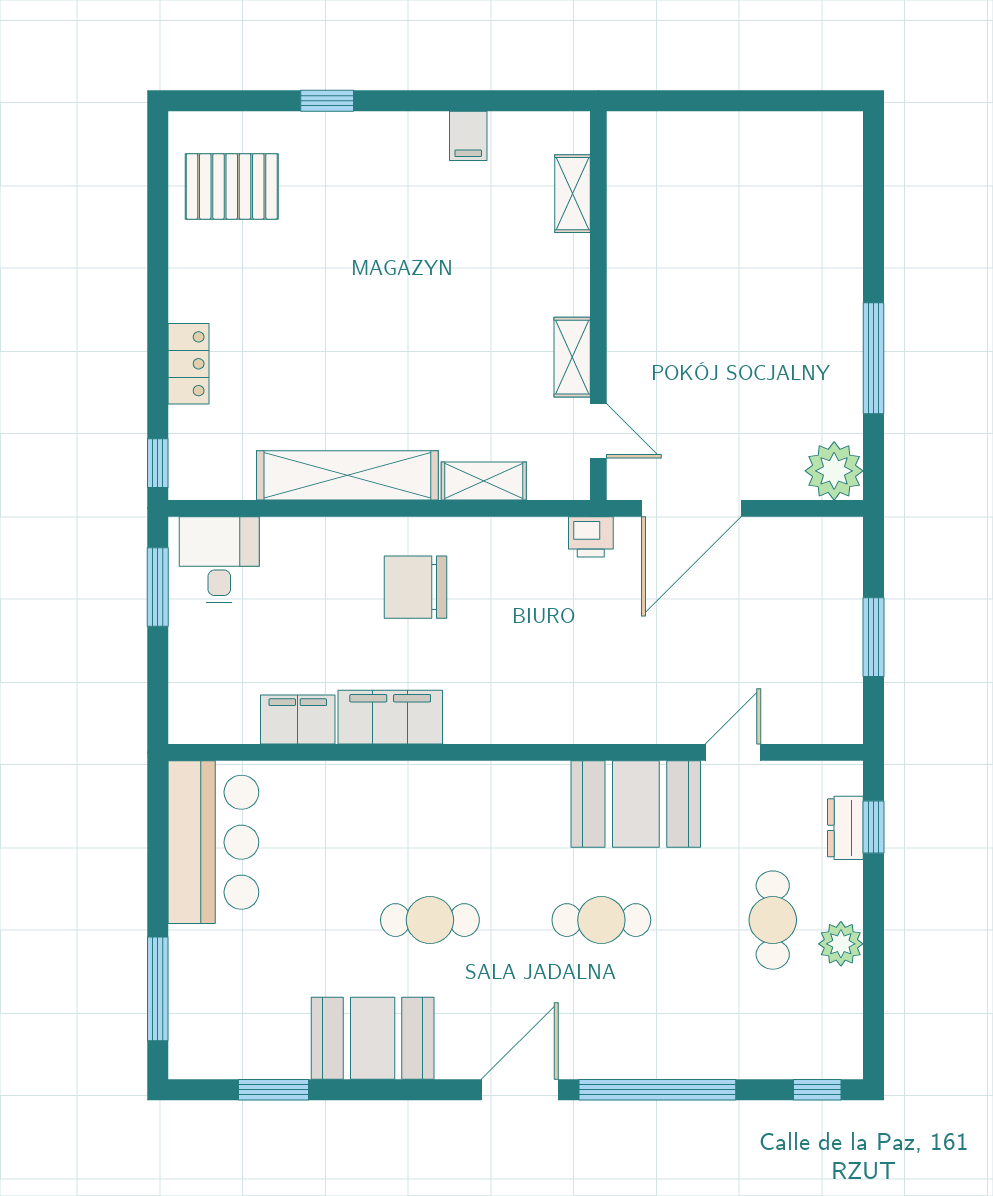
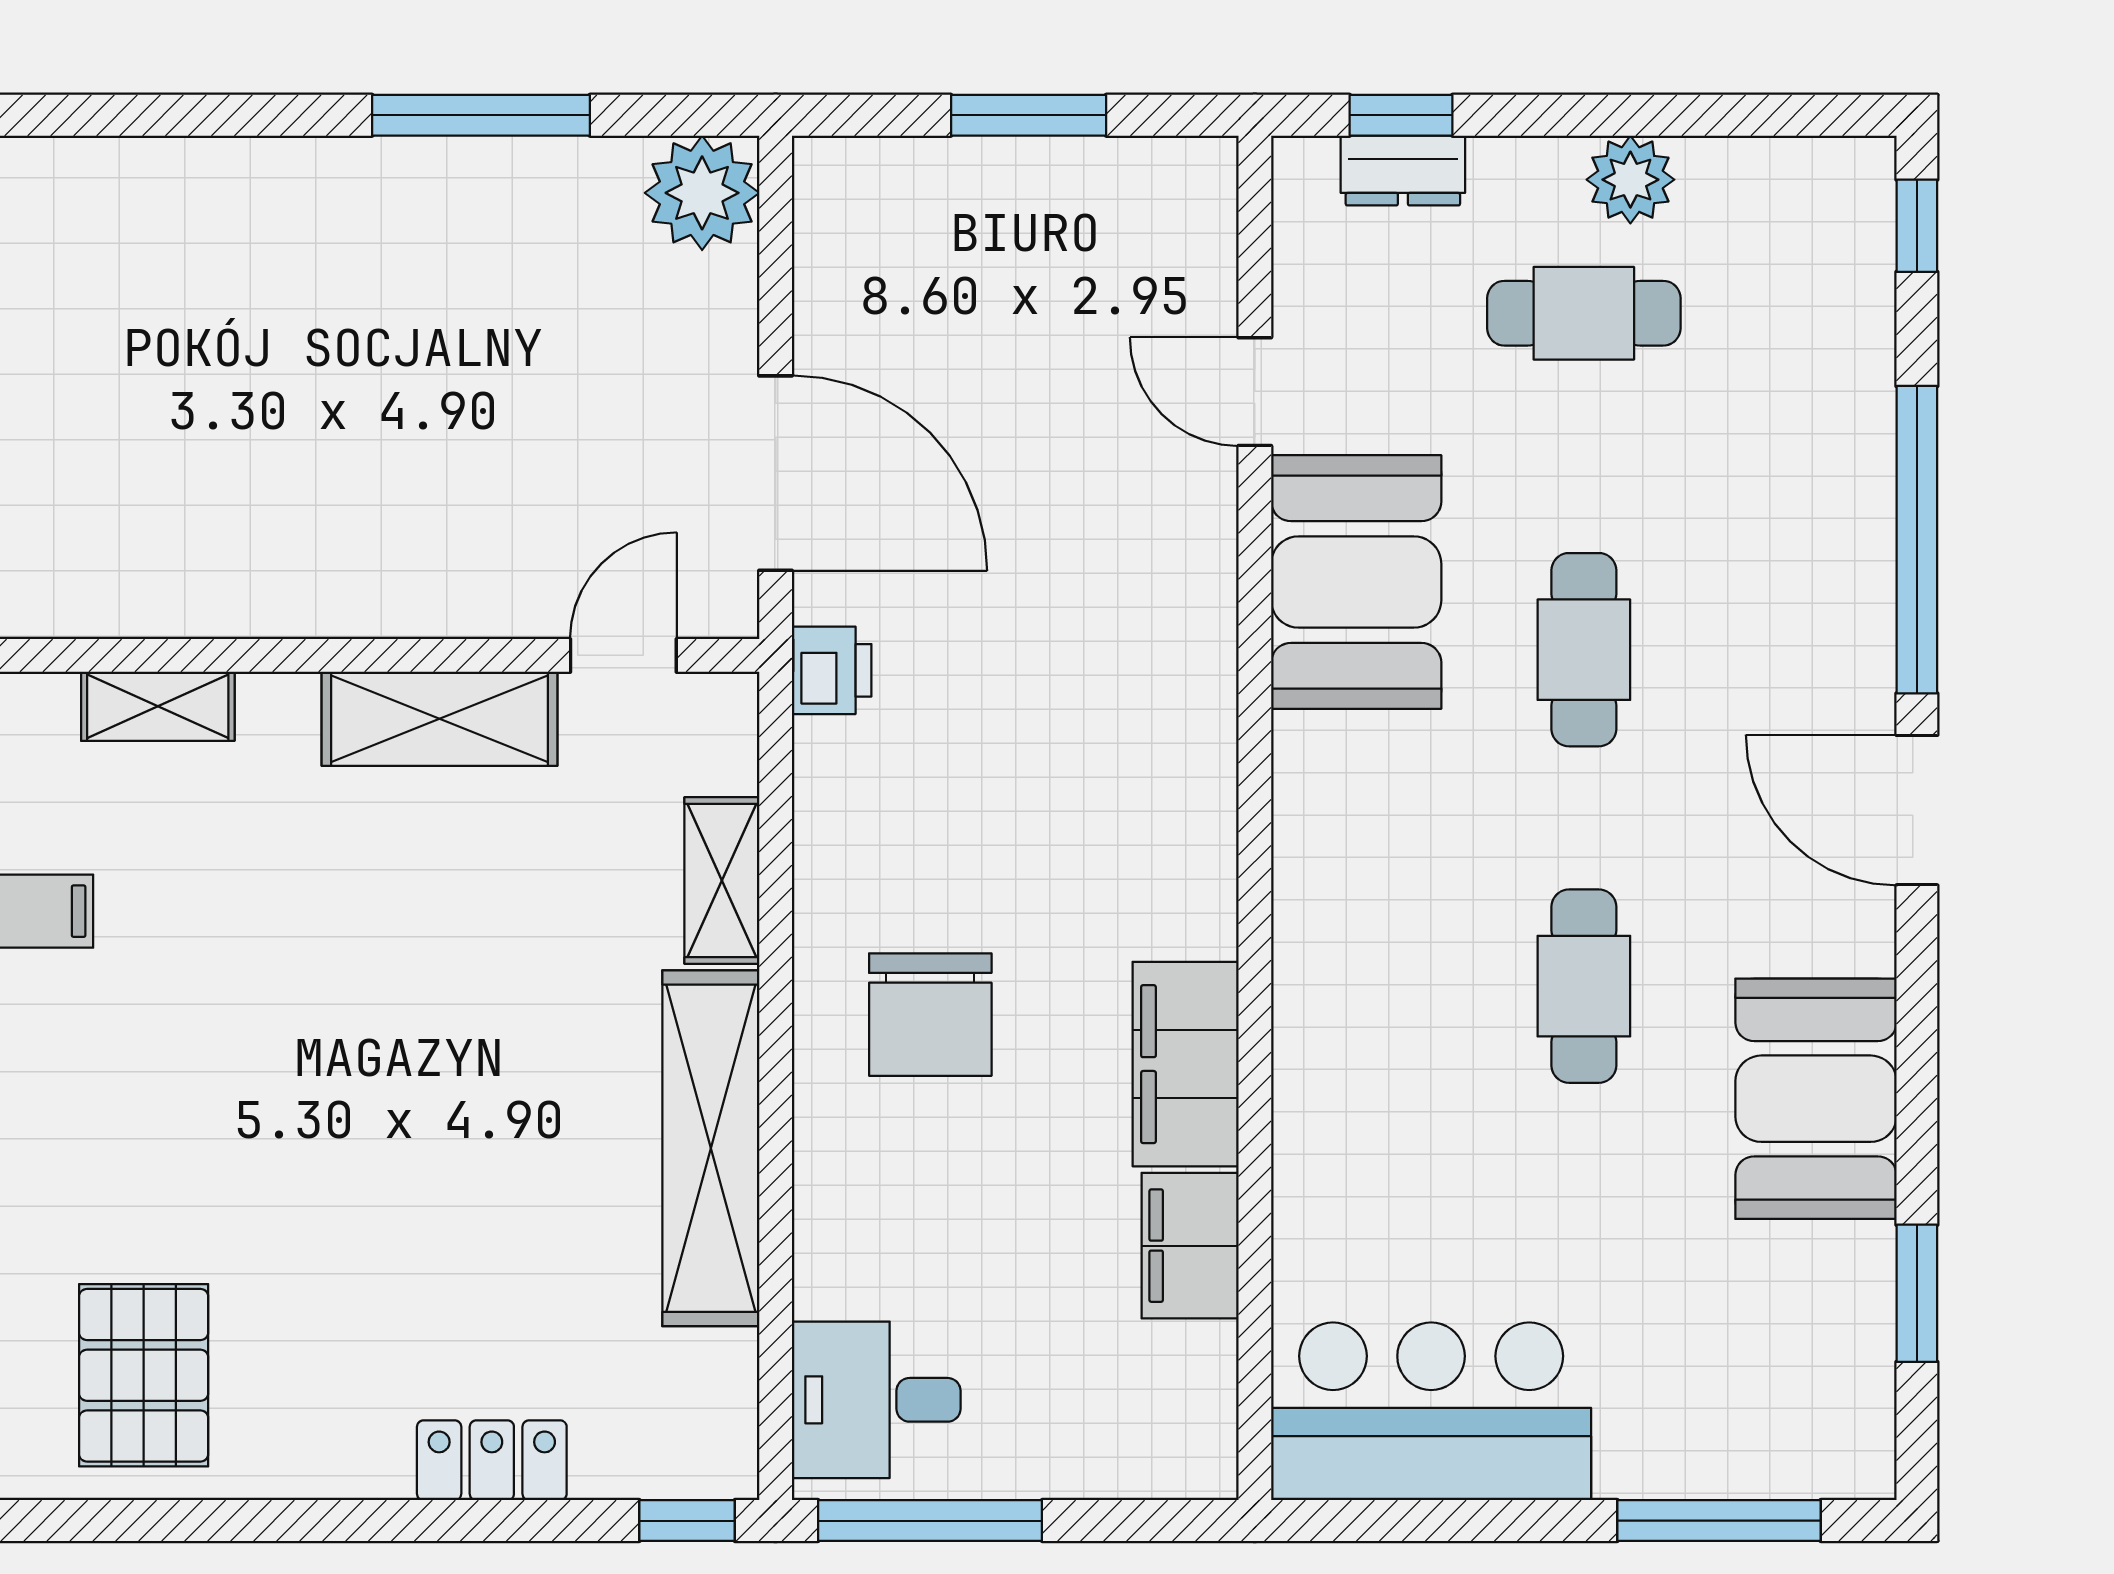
shelving: (572, 357) -> (439, 719), width x1.50, depth x1.33
window: (158, 587) -> (930, 1521), width x1.44

